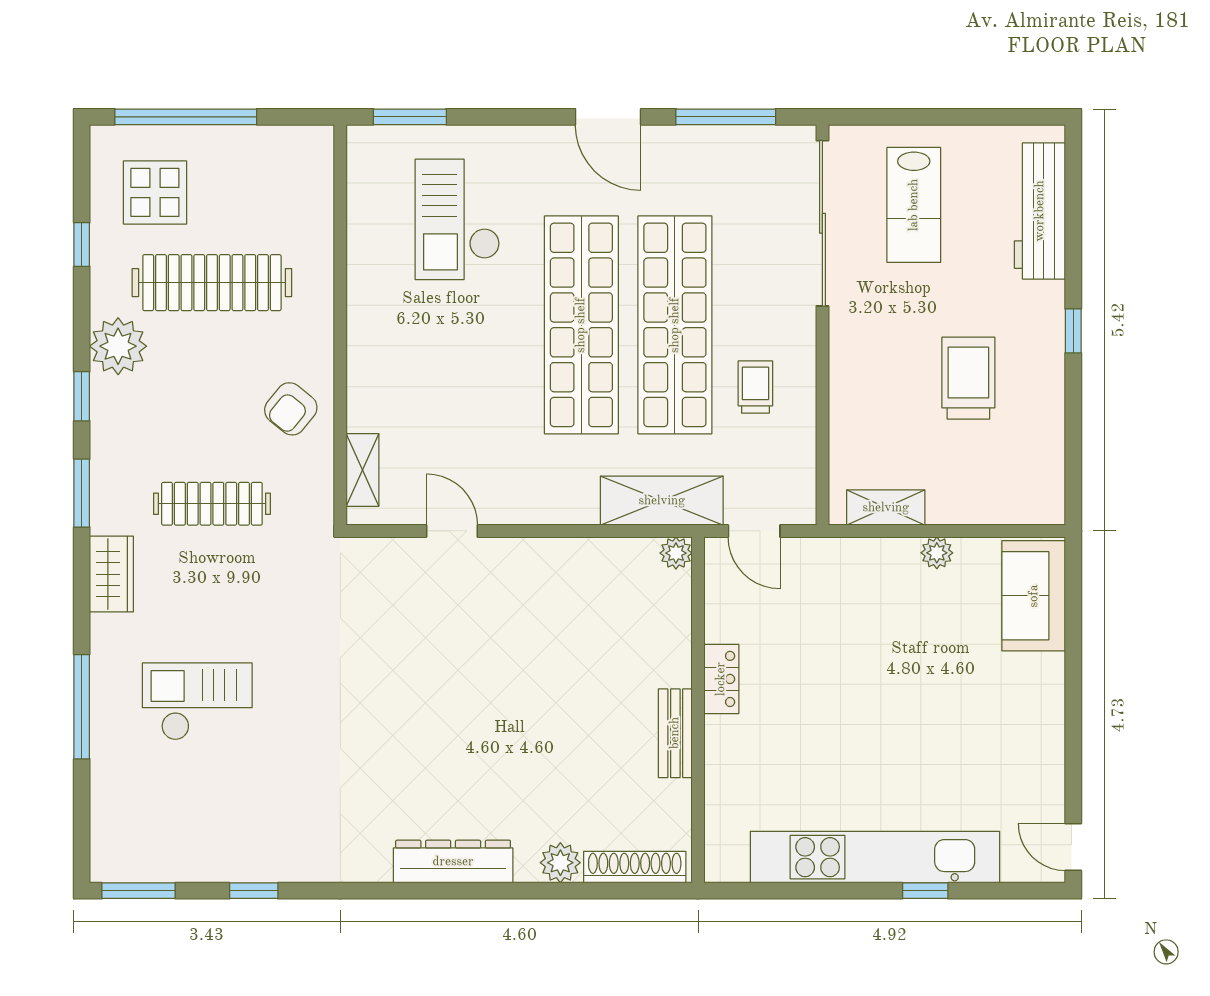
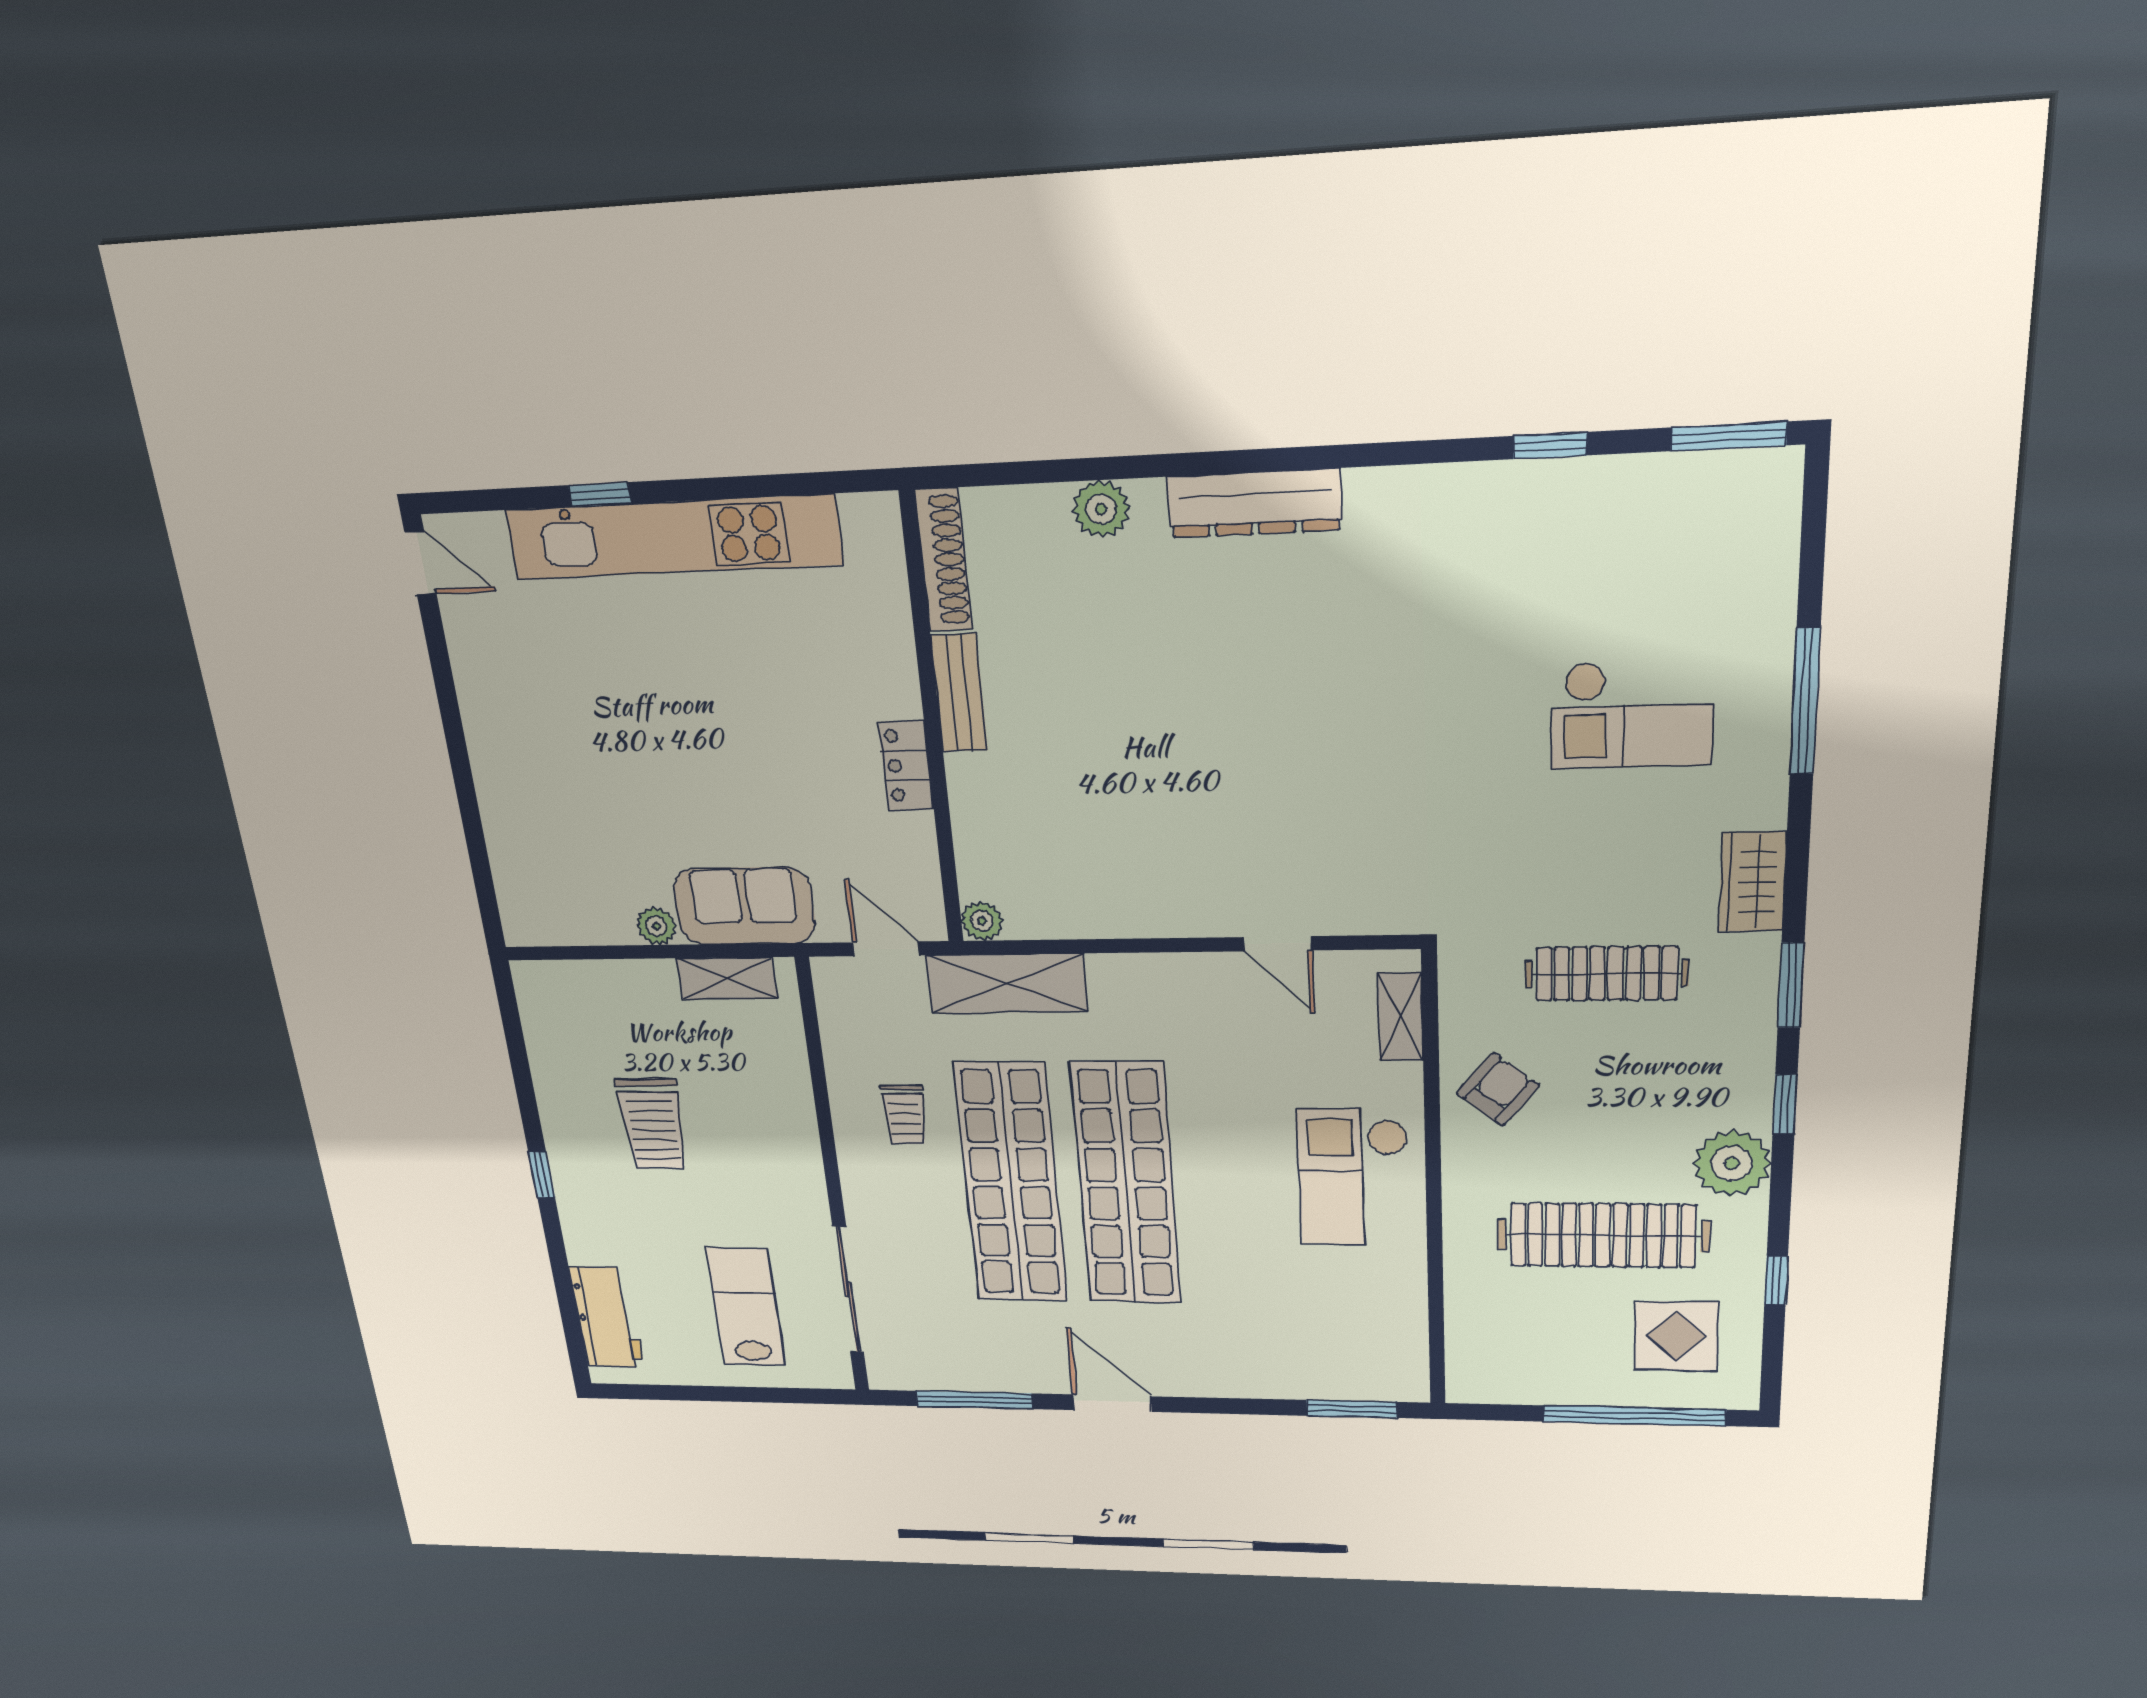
workbench: (1040, 211) -> (607, 1317), width x0.73
checkout: (457, 219) -> (1354, 1177), moved, turned 180
sliding door: (822, 223) -> (848, 1290), width x0.73
sofa: (1034, 596) -> (744, 906), moved, turned -90
shoe rack: (635, 867) -> (944, 560), moved, turned -90

